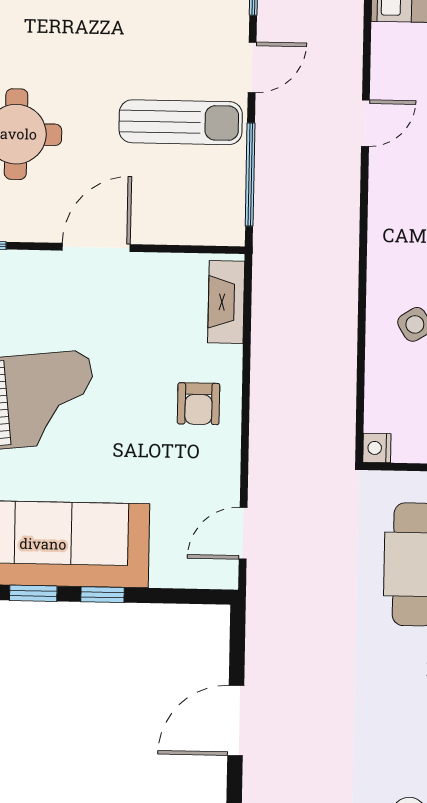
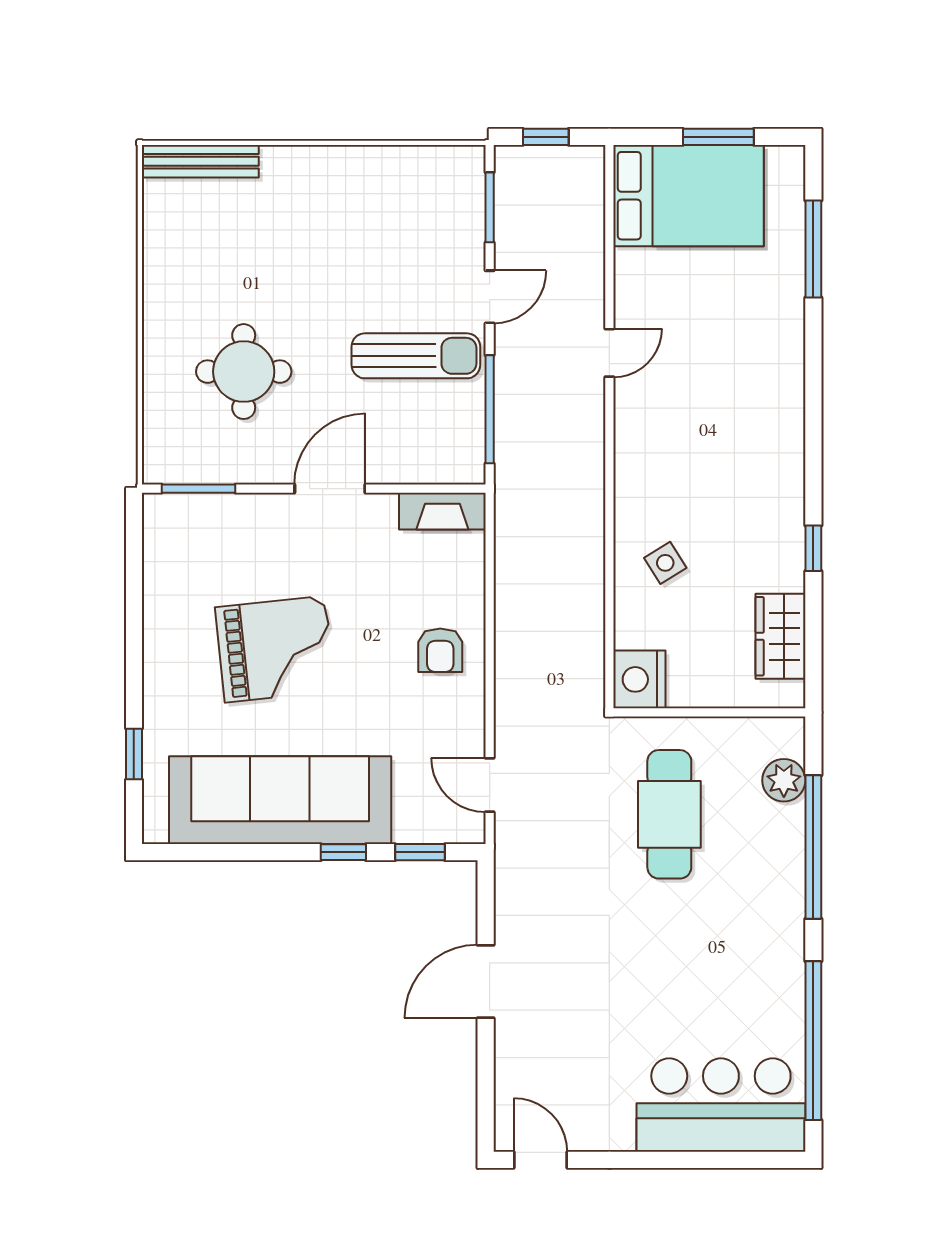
fireplace: (226, 302) -> (442, 511), moved, turned -90
nightstand: (377, 448) -> (639, 679), width x1.89, depth x1.79
door: (243, 533) -> (490, 785), hinge flipped
window: (33, 593) -> (420, 852), moved

